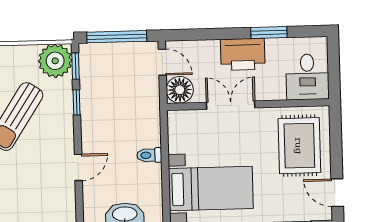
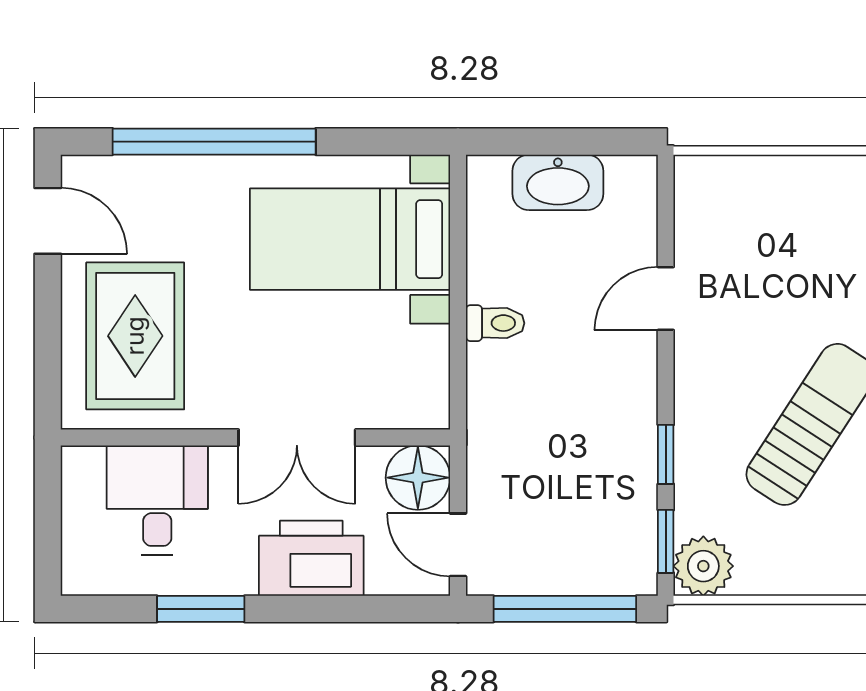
printer: (243, 54) -> (311, 558), moved
plant: (55, 61) -> (703, 566), width x0.73, depth x0.73
desk: (307, 77) -> (157, 500), moved

